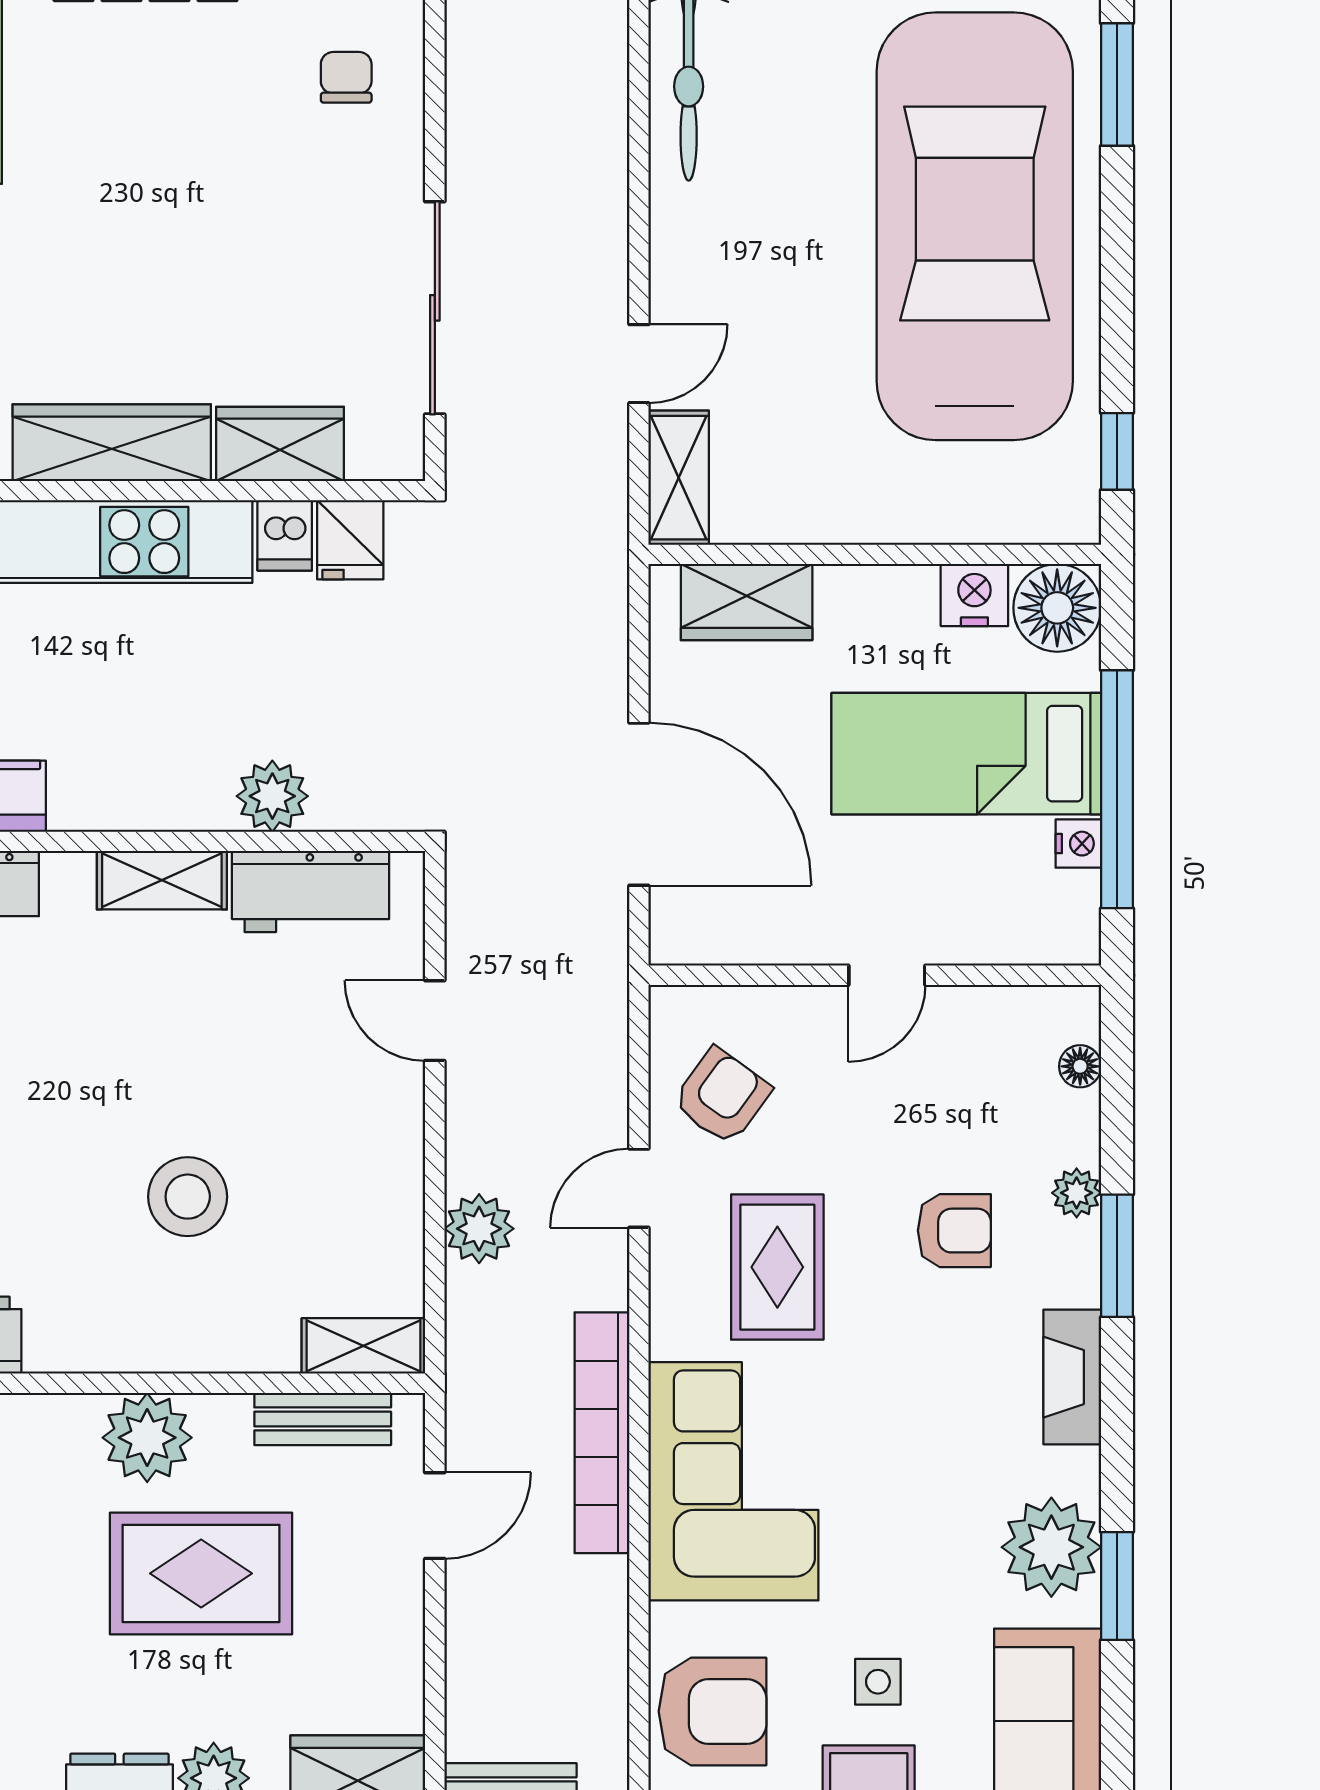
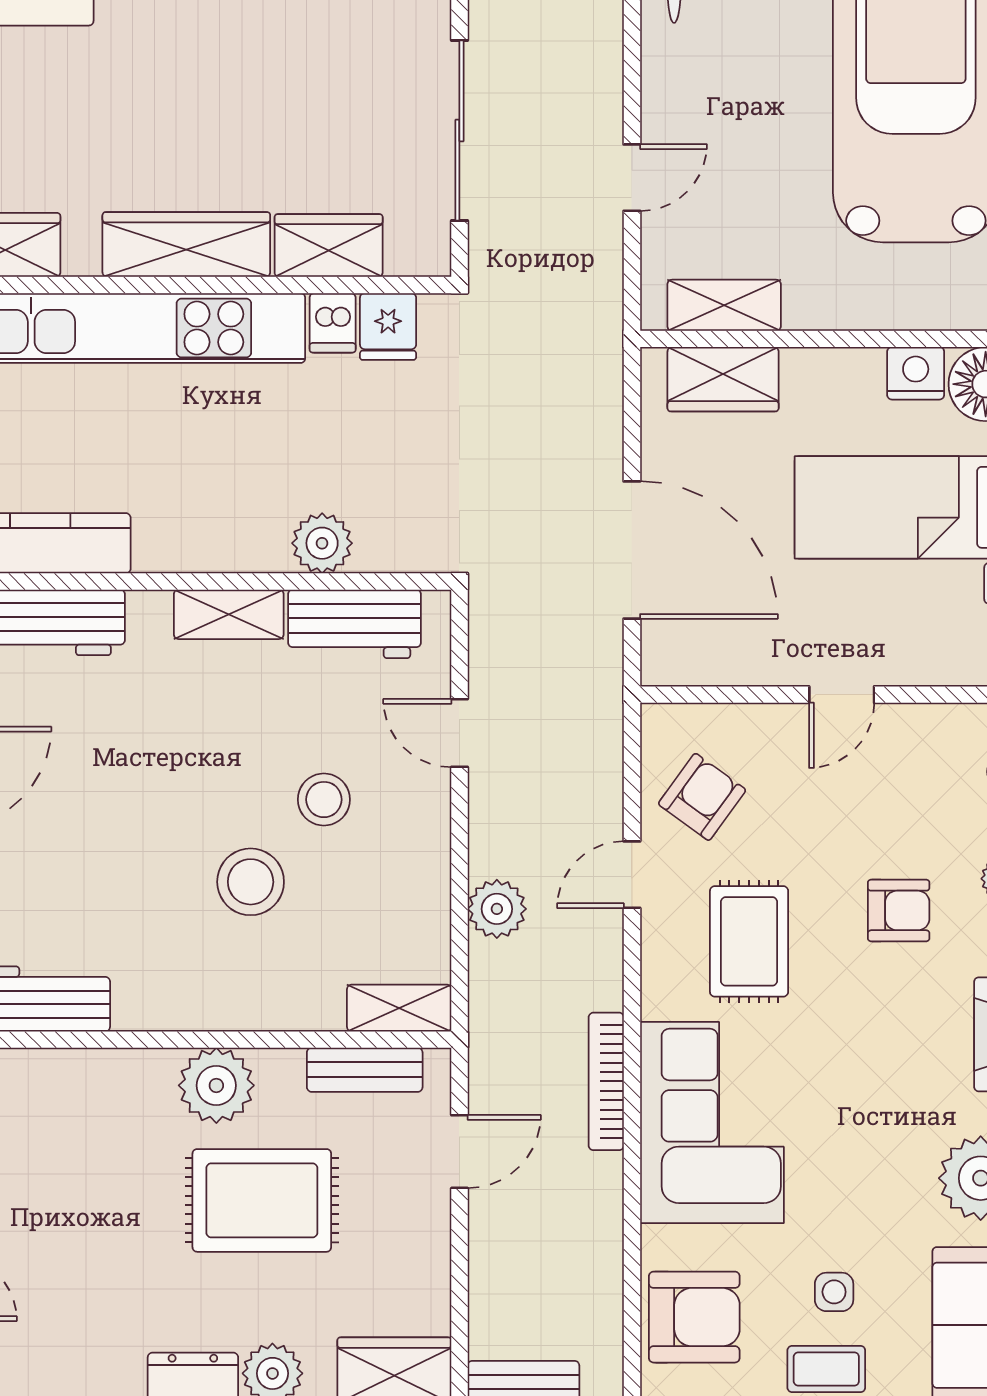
shelving: (679, 478) -> (724, 305), moved, turned 90
stool: (274, 1099) -> (324, 800), added
bookcase: (602, 1433) -> (606, 1081), width x0.68, depth x0.76

